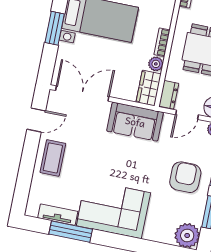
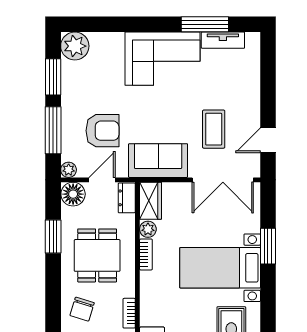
coffee table: (53, 158) -> (214, 129), moved
armchair: (185, 177) -> (102, 131), moved, turned -90

